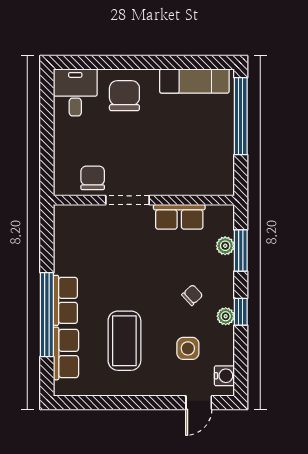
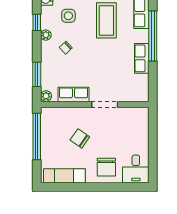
window: (241, 116) -> (37, 136), moved
chair: (93, 178) -> (80, 138), moved, turned 125
plant: (225, 246) -> (46, 96), moved
row of seats: (65, 300) -> (142, 58), moved
window: (241, 312) -> (37, 22), moved

